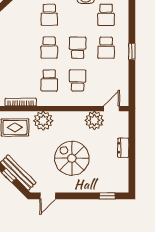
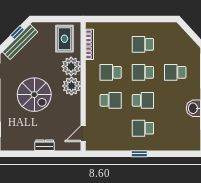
school desk: (106, 15) -> (143, 44), moved
door: (112, 109) -> (83, 134), swing flipped
plant: (94, 120) -> (71, 86), moved
spiral stairs: (72, 158) -> (34, 95), turned 90

